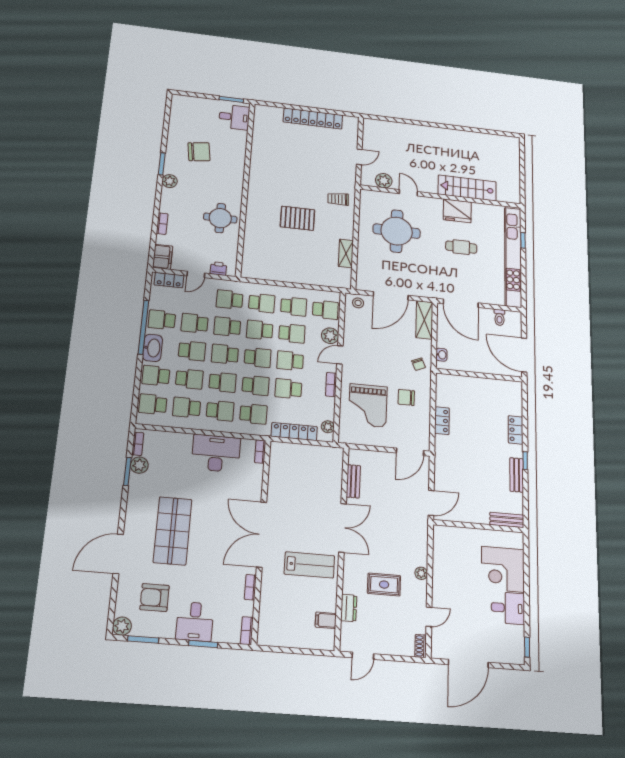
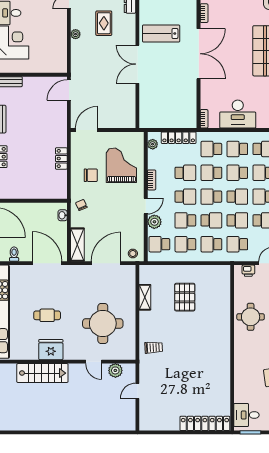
locker: (313, 118) -> (205, 423), moved
pallet: (297, 218) -> (185, 297), moved, turned 90
school desk: (230, 300) -> (237, 244), turned 180
bench: (353, 481) -> (130, 102), removed
rug: (384, 585) -> (104, 23), turned 90

